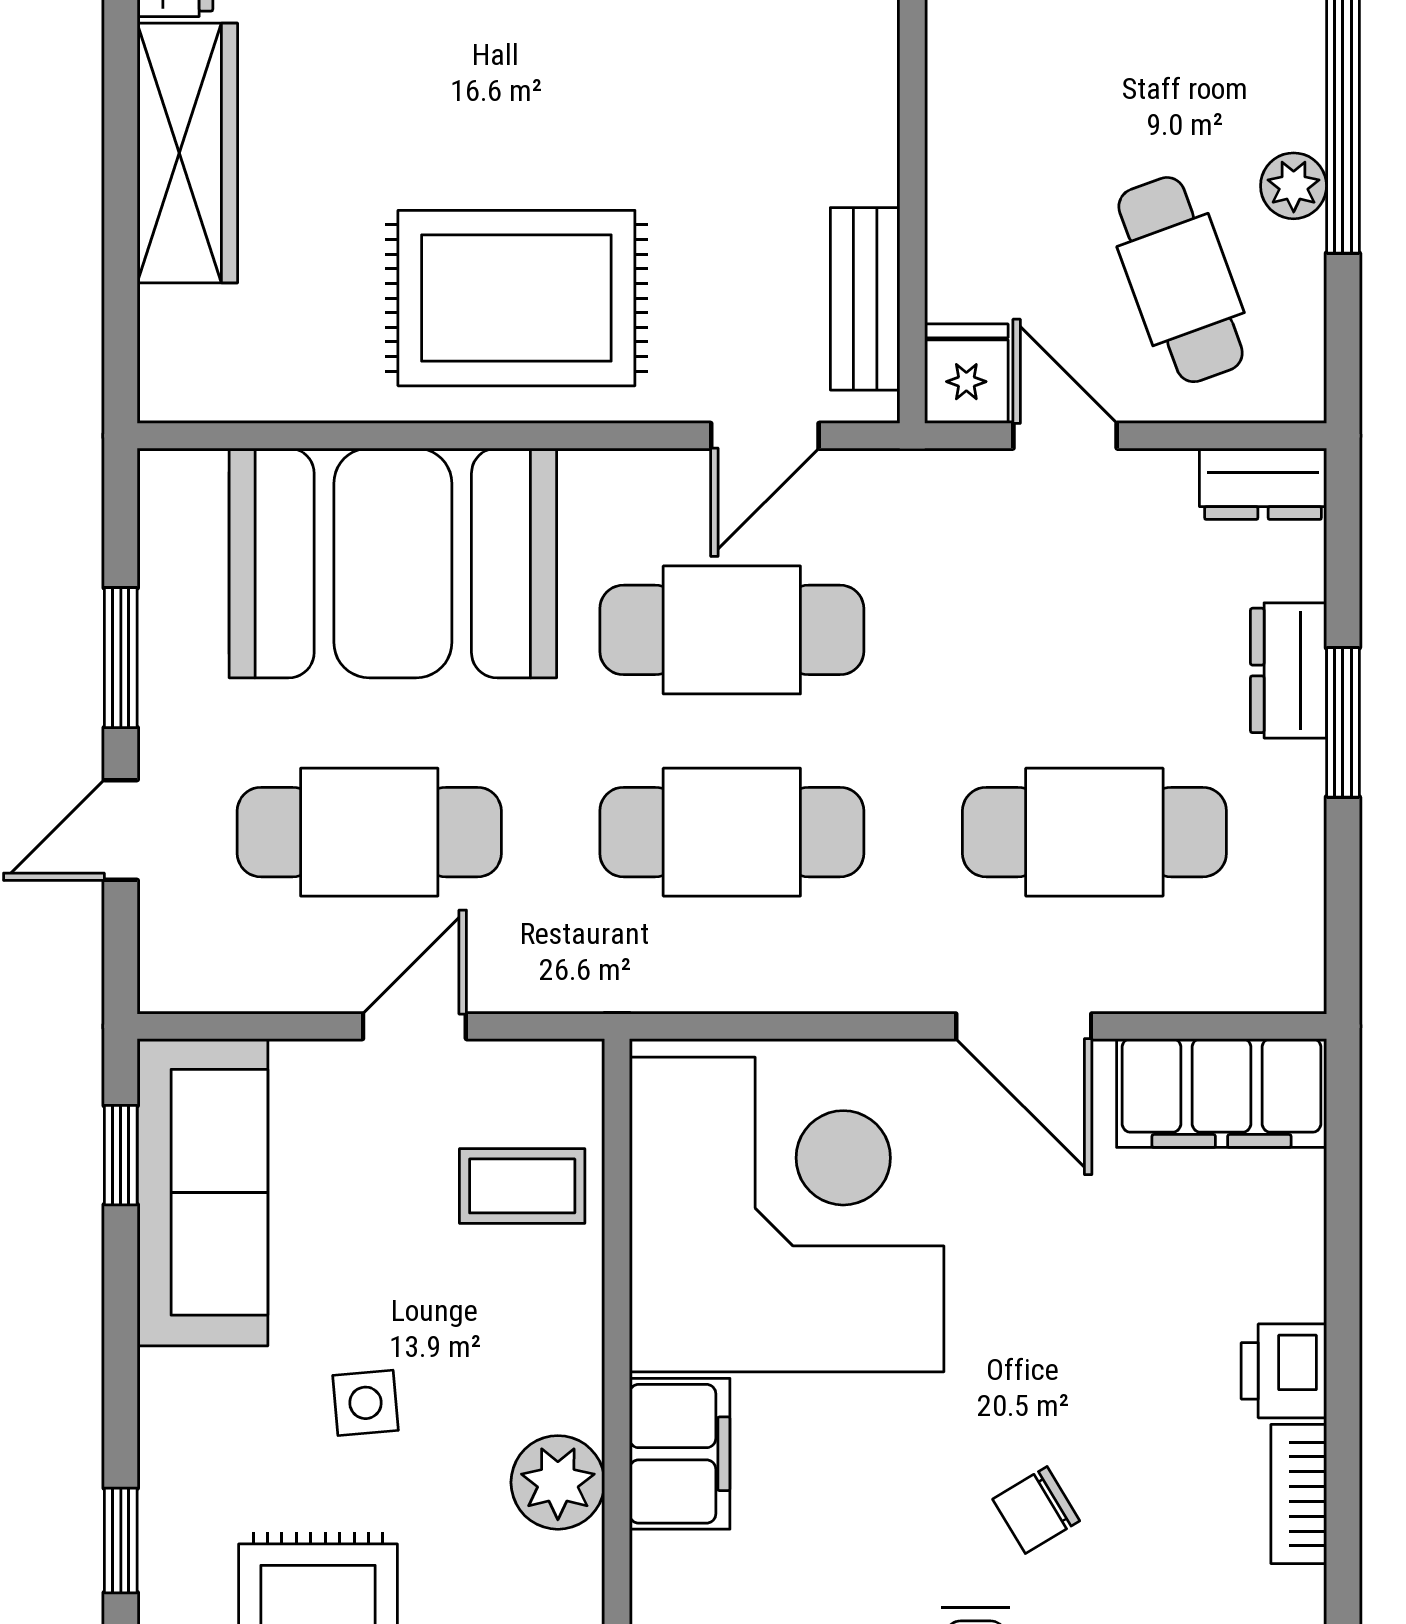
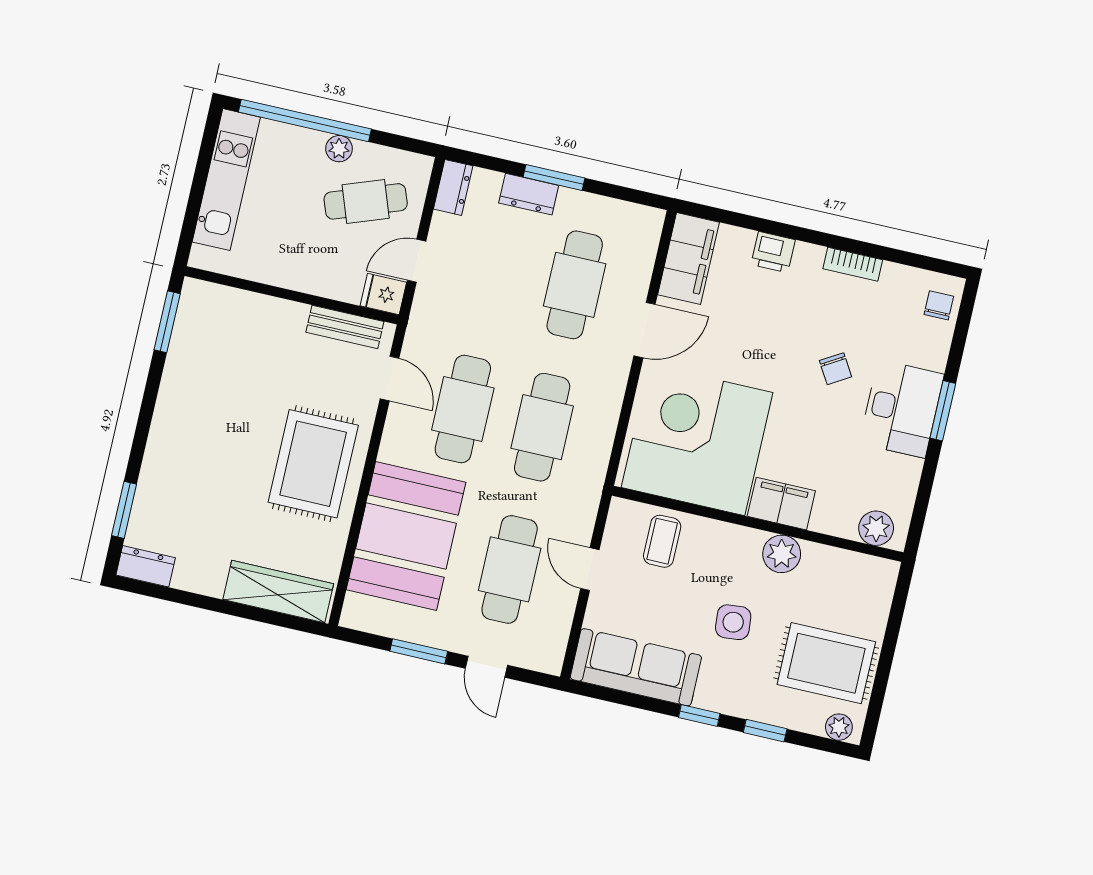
wardrobe: (187, 153) -> (278, 592), moved
window: (121, 1155) -> (699, 716), moved
printer: (1284, 1371) -> (773, 252), moved
side table: (366, 1403) -> (733, 622), width x1.37, depth x1.37

